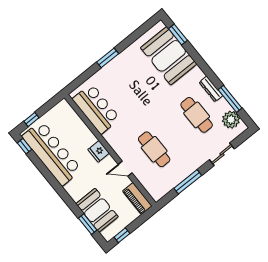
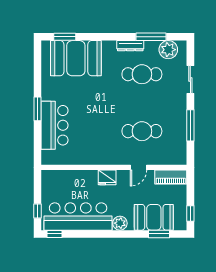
bar counter: (96, 109) -> (55, 125), moved, turned 90
plant: (72, 188) -> (120, 223), added

